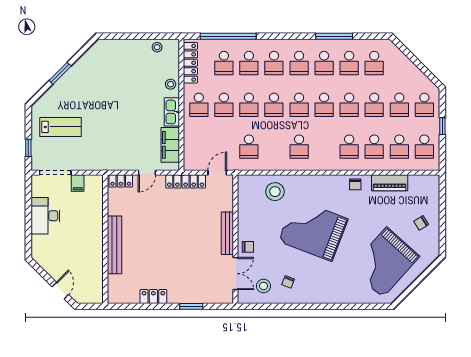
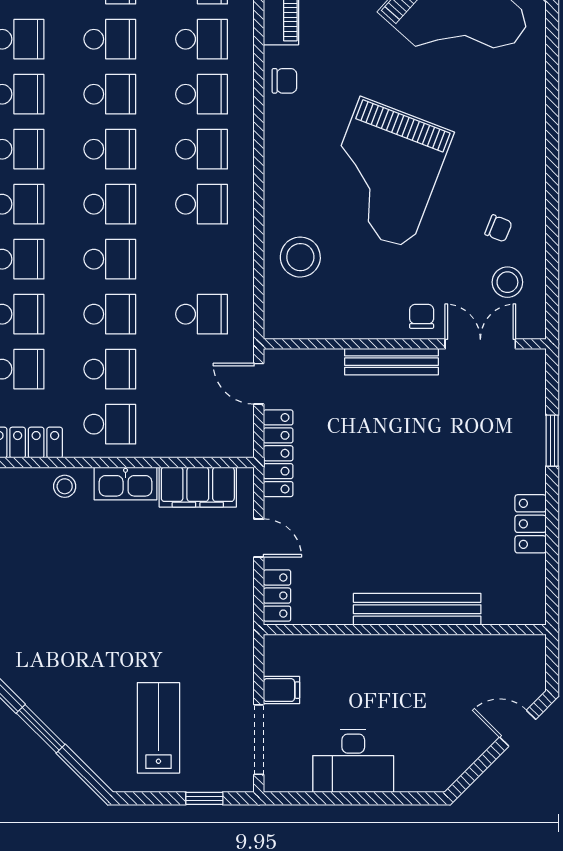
school desk: (324, 147) -> (202, 149), added

